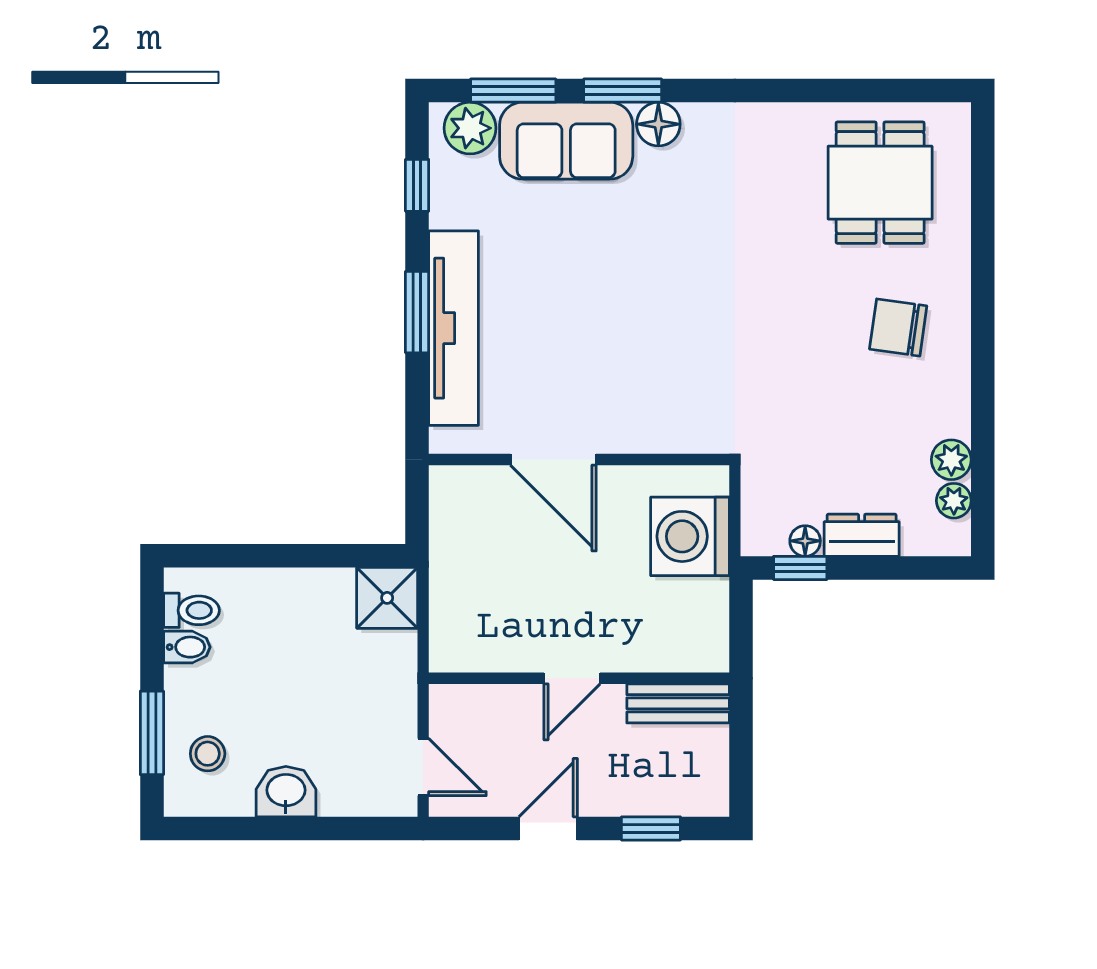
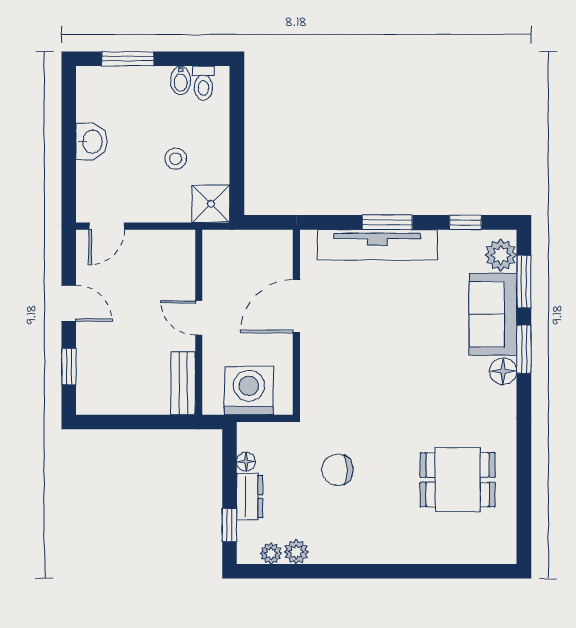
dining table: (880, 183) -> (458, 480), moved
chair: (898, 327) -> (337, 470), moved, turned -98
window: (800, 568) -> (229, 525), moved
door: (572, 678) -> (199, 318), moved
wall: (579, 678) -> (199, 322), moved
bench: (678, 703) -> (183, 383), moved
stool: (208, 754) -> (176, 159), moved

